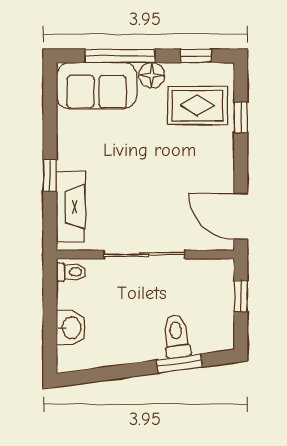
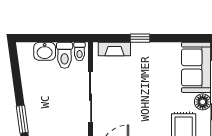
fireplace: (71, 207) -> (114, 49), width x0.73, depth x0.76
toilet: (176, 336) -> (65, 55), moved, turned 98

